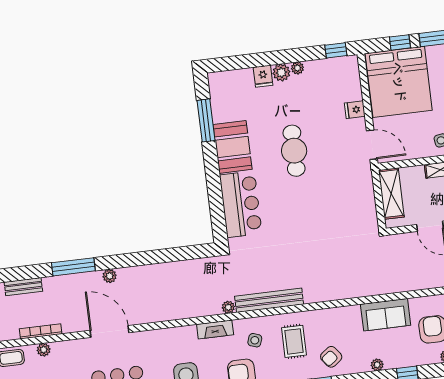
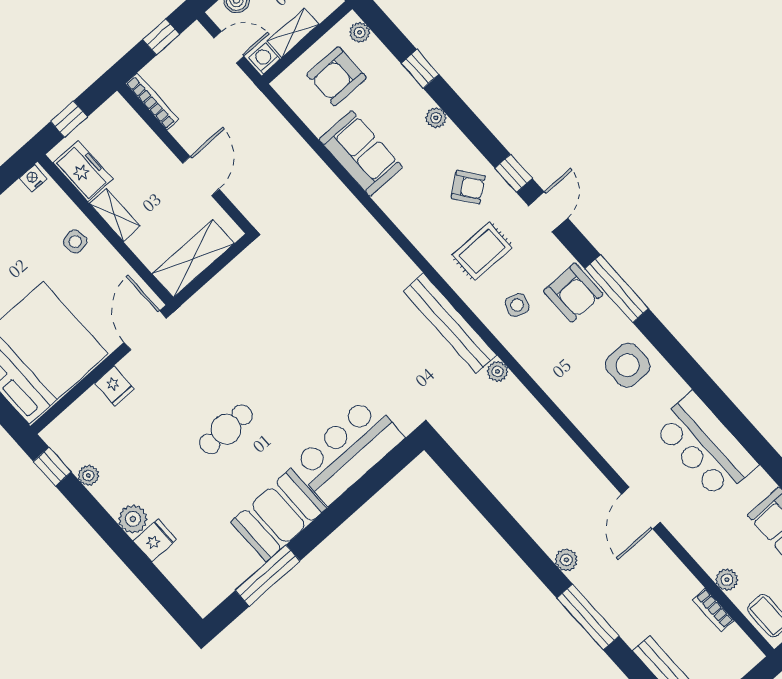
plant: (297, 68) -> (88, 475), moved
cafe table: (294, 151) -> (226, 429), width x0.73, depth x0.74
fireplace: (215, 329) -> (540, 368), removed
bookcase: (41, 331) -> (713, 610), width x0.64
door: (110, 332) -> (641, 508), width x0.73

